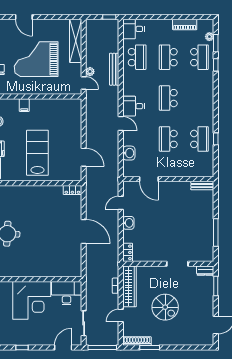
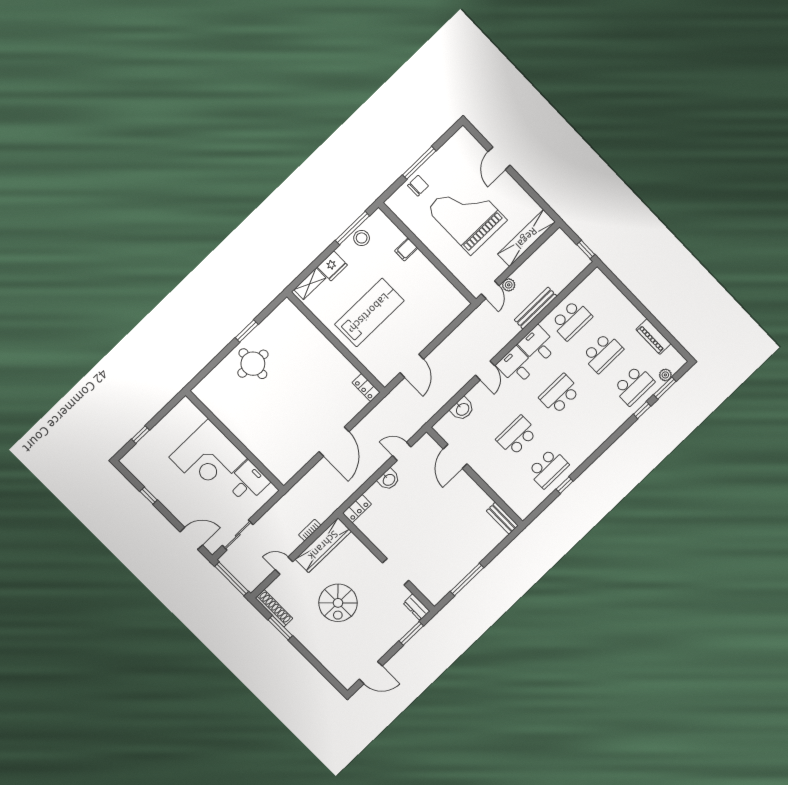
desk: (134, 29) -> (538, 345), moved
school desk: (168, 57) -> (603, 353), turned 180
desk: (67, 293) -> (247, 482), width x0.73

